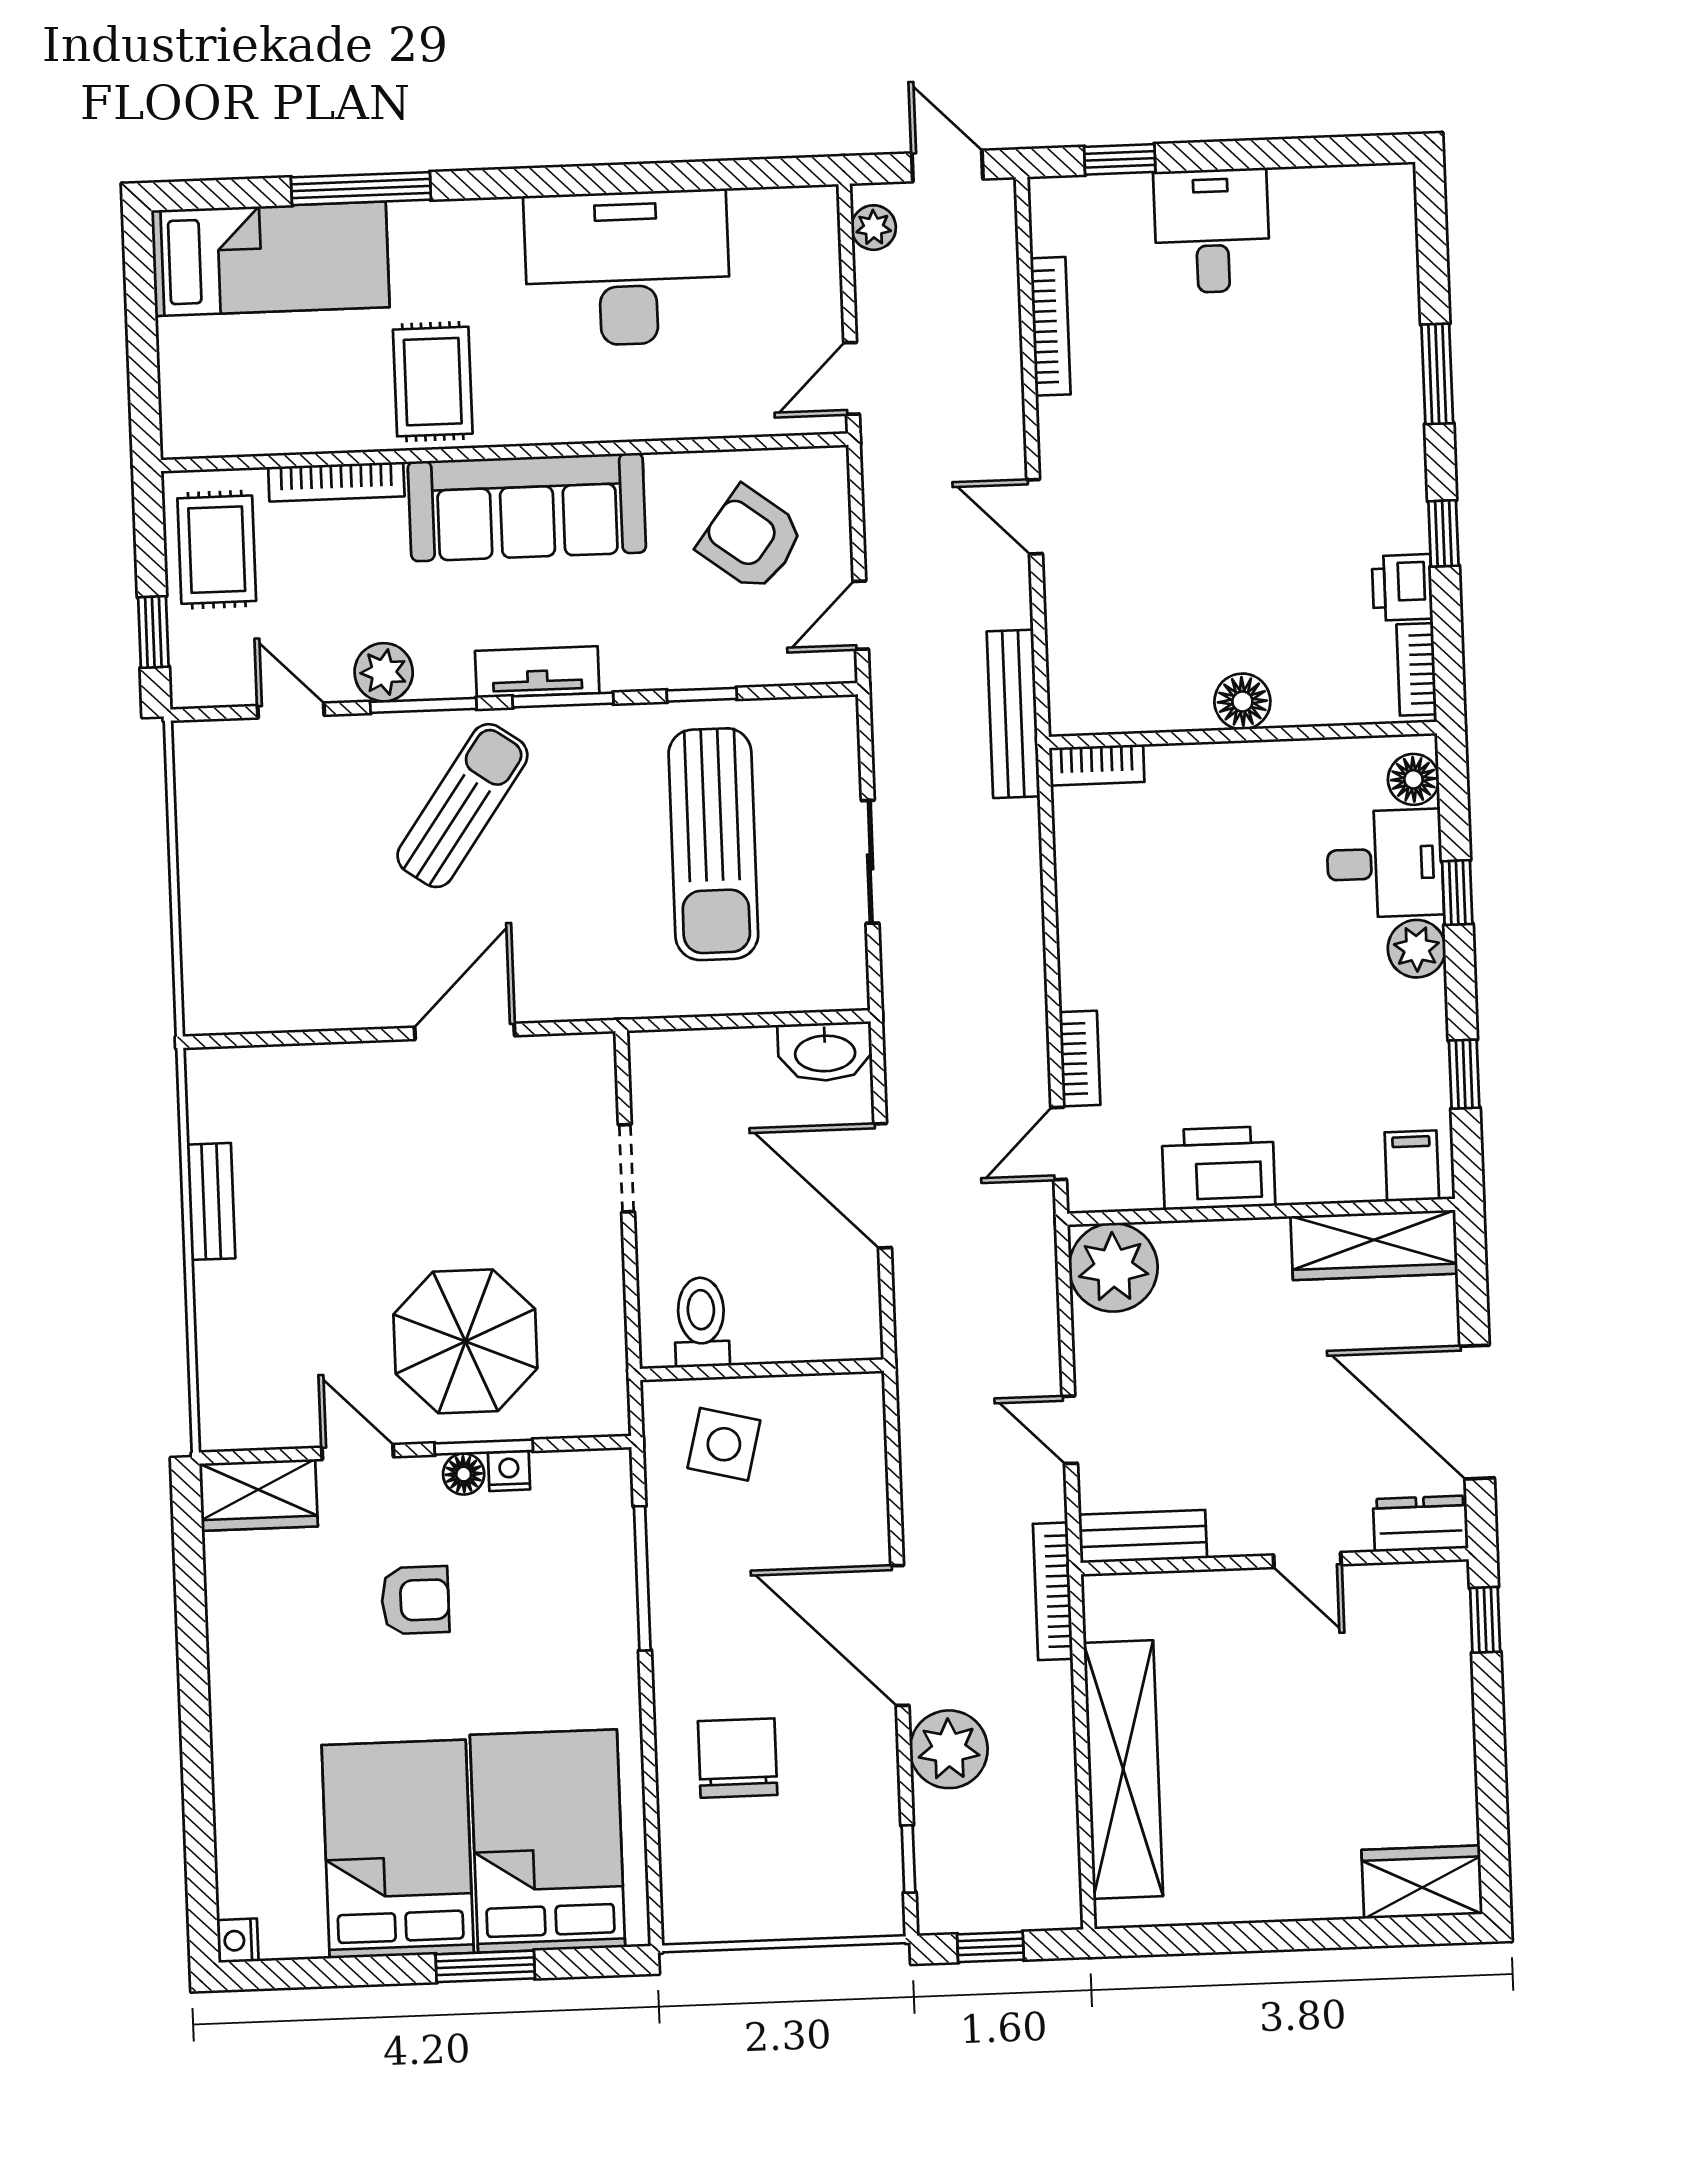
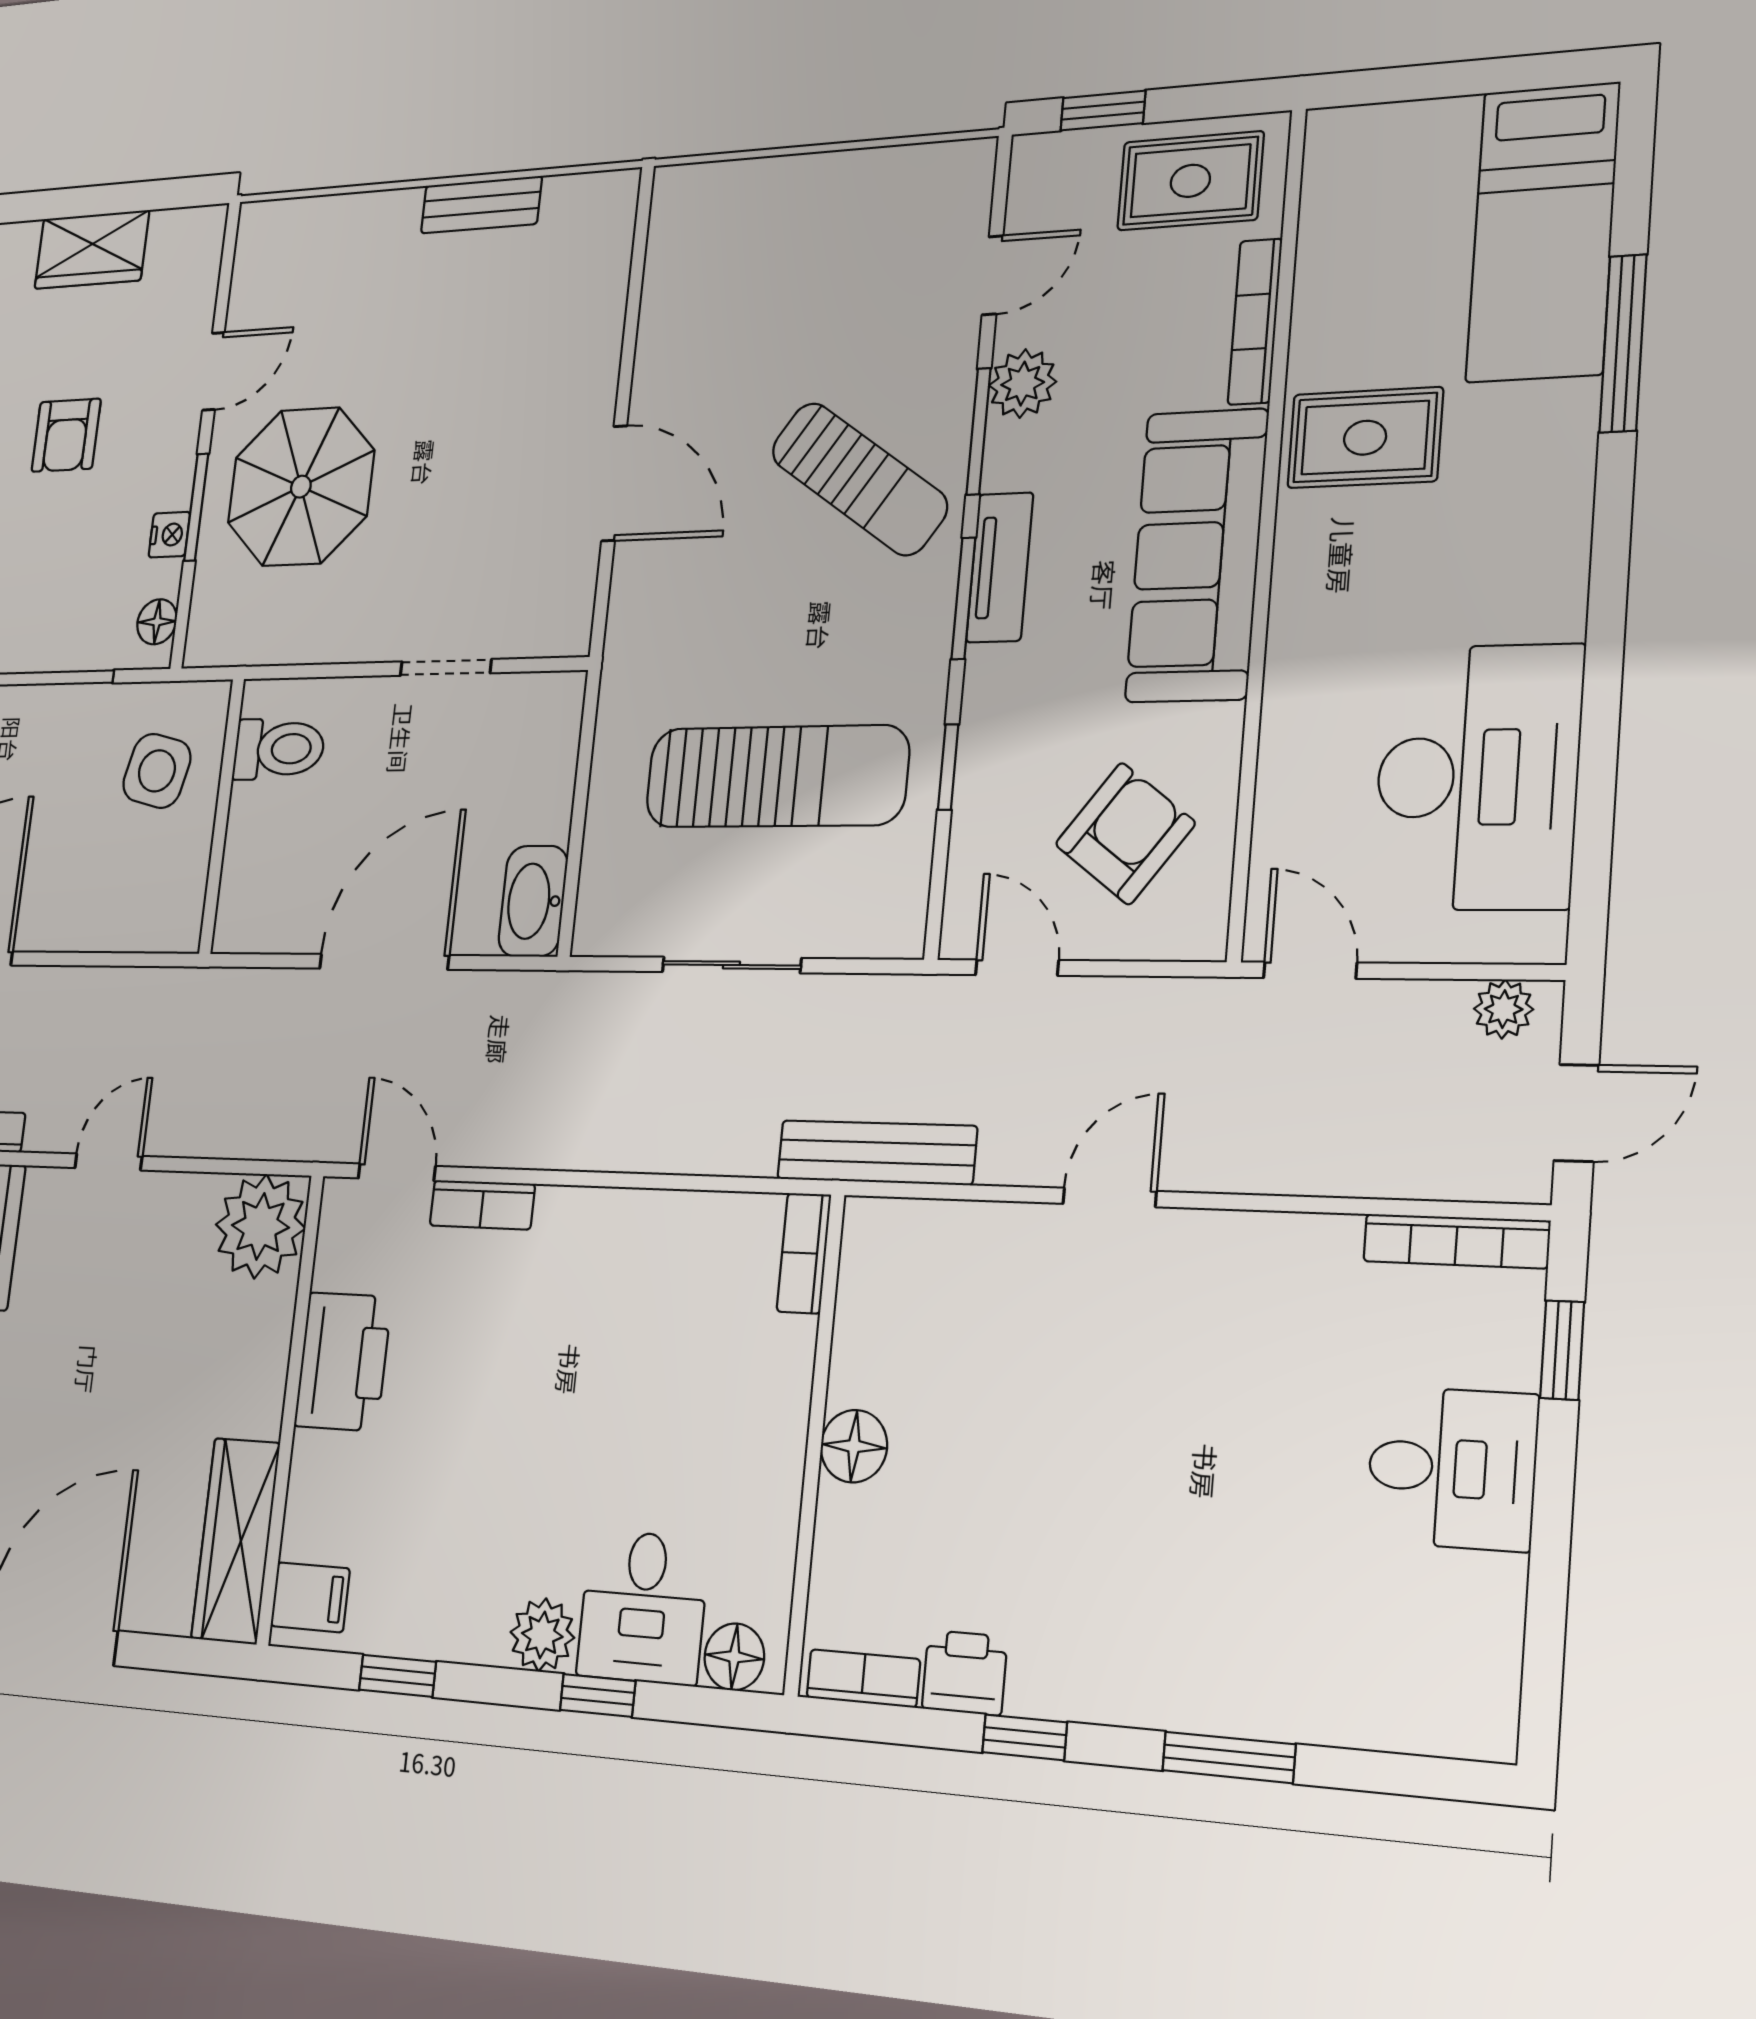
desk: (627, 268) -> (1477, 777), moved
bookcase: (1050, 326) -> (1456, 1241), moved
sun lounger: (713, 844) -> (777, 776), turned 180
floor lamp: (464, 1474) -> (157, 622), moved
wardrobe: (258, 1495) -> (92, 250), moved, turned -90

